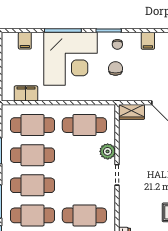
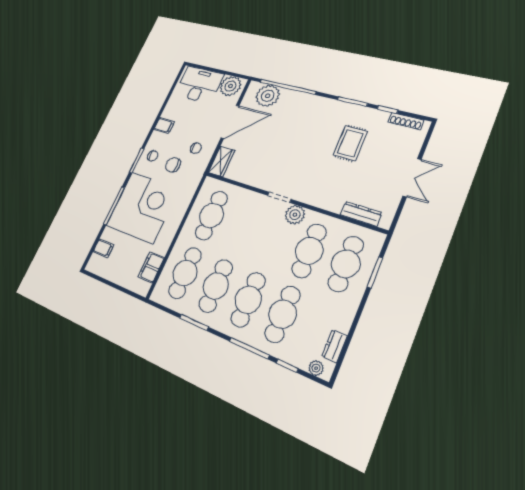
chair: (136, 83) -> (196, 148), added
plant: (108, 151) -> (295, 215), moved

